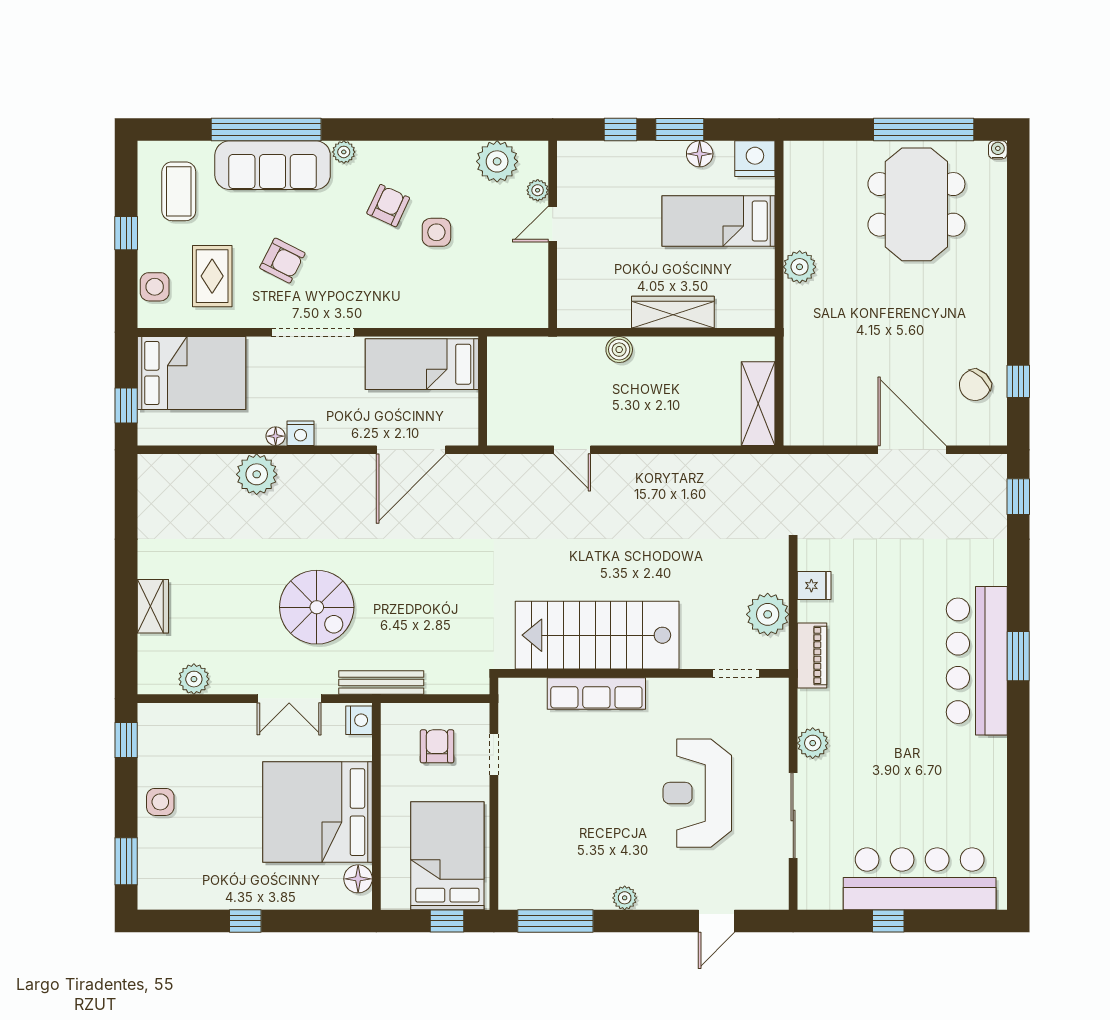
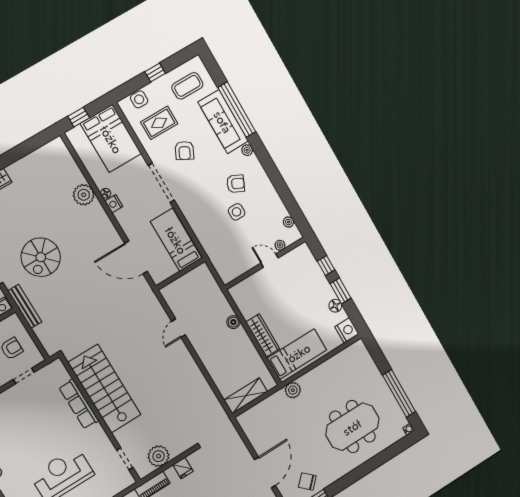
plant: (497, 161) -> (288, 222), width x0.53, depth x0.53
meeting table: (916, 204) -> (352, 427), moved
bed: (718, 221) -> (297, 354), moved, turned 90
plant: (800, 267) -> (293, 390), moved

